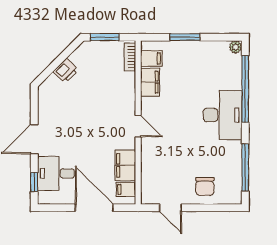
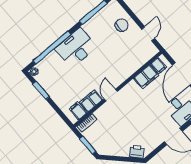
window: (185, 37) -> (41, 90), moved
printer: (66, 71) -> (137, 152), moved
door: (138, 126) -> (111, 95), moved

